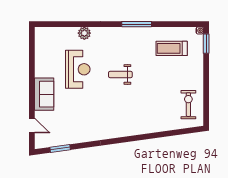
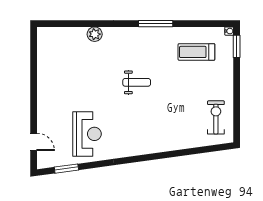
reception desk: (78, 69) -> (87, 134), moved
weight bench: (120, 74) -> (137, 82), turned 180
sofa: (44, 94) -> (48, 105), removed

